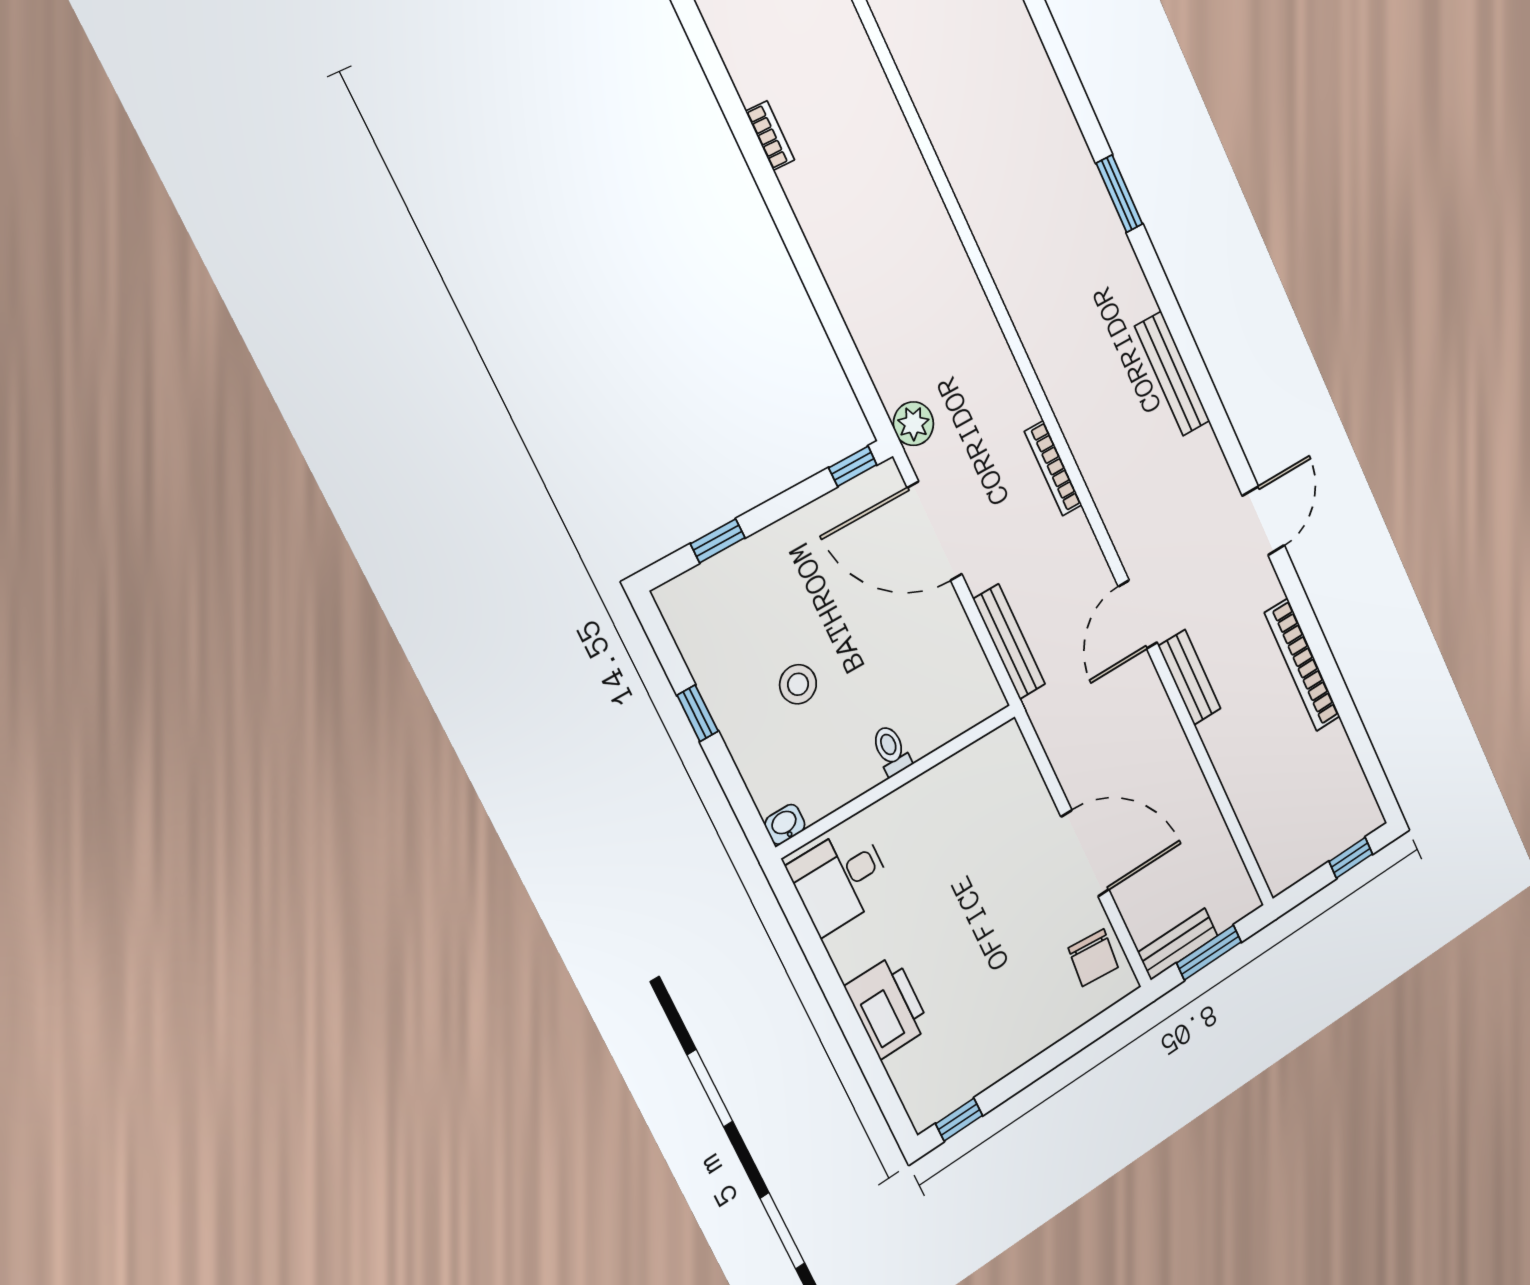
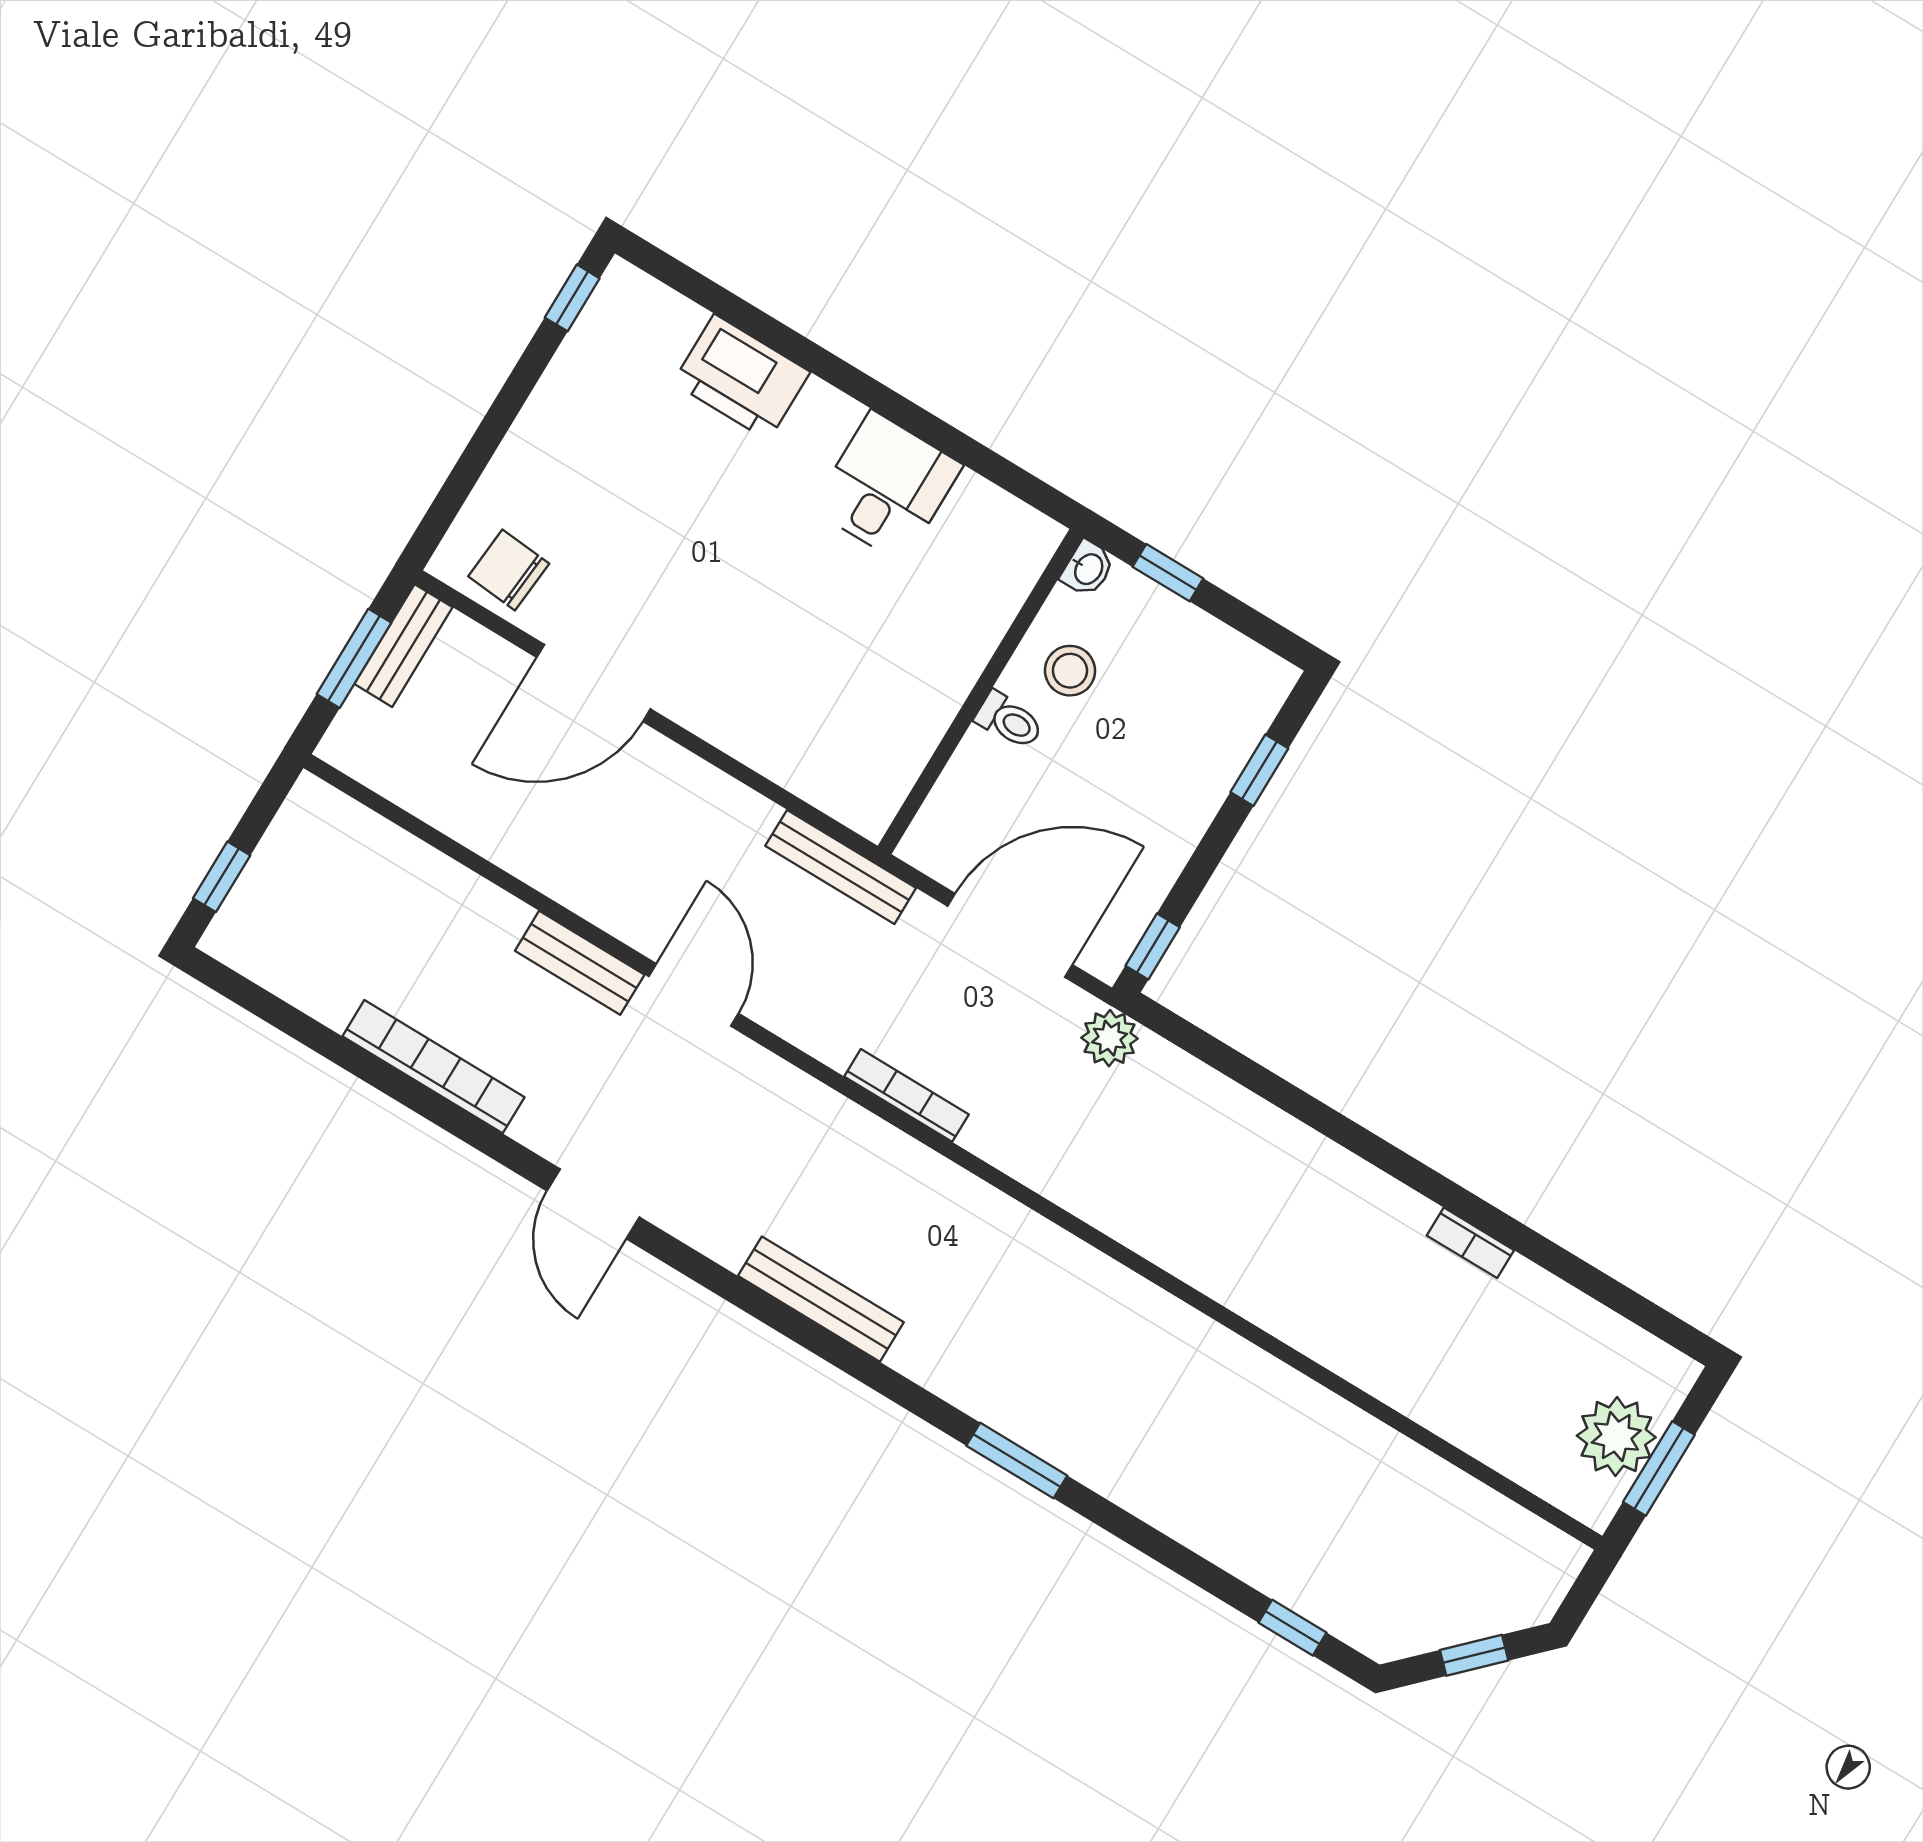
toilet: (891, 750) -> (1009, 721), moved
wall: (897, 781) -> (981, 691), moved
washbasin: (785, 824) -> (1088, 569), moved

